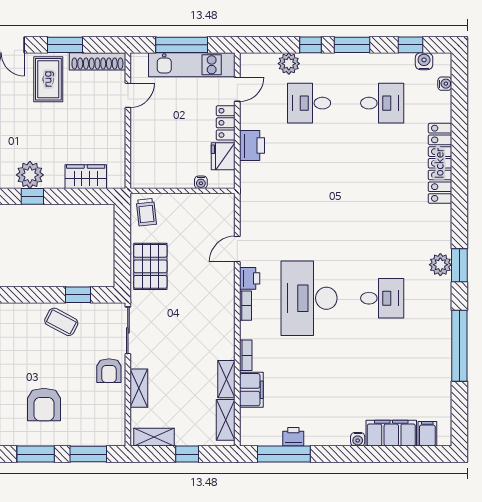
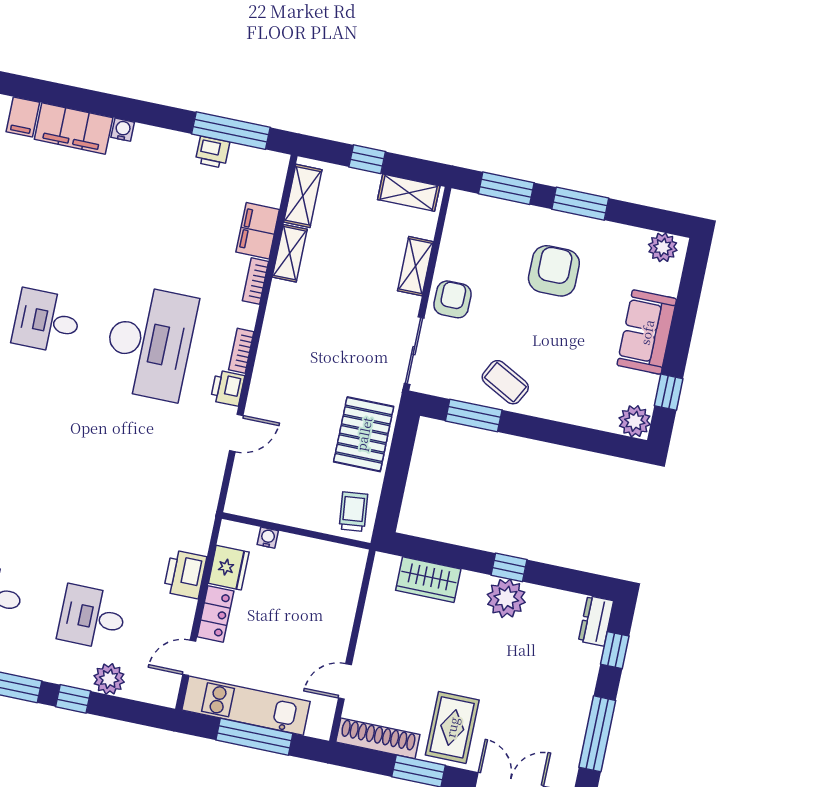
desk: (309, 103) -> (92, 617), turned 180
window: (78, 295) -> (474, 415), width x1.50

